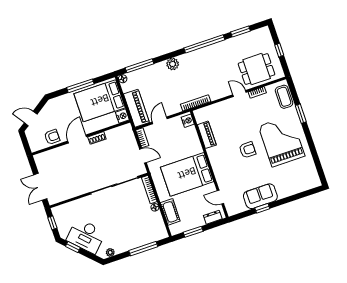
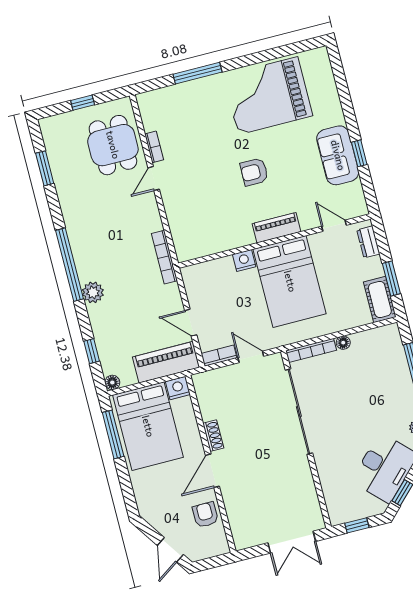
window: (204, 44) -> (69, 265), moved
window: (140, 66) -> (92, 351), width x0.46
window: (80, 86) -> (113, 434), moved
coffee table: (284, 97) -> (165, 100), removed
window: (301, 114) -> (197, 73), width x1.44
nightstand: (188, 121) -> (244, 261), moved
piano: (207, 135) -> (276, 228), moved
door: (77, 139) -> (212, 471), hinge flipped
grand piano: (282, 141) -> (268, 96), moved
armchair: (247, 150) -> (254, 172), turned -90
door: (143, 156) -> (251, 357), hinge flipped
door: (220, 197) -> (334, 226), swing flipped
cot: (170, 212) -> (380, 299), moved, turned 90

